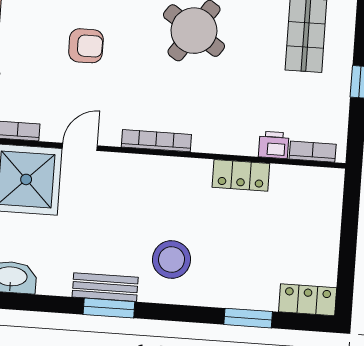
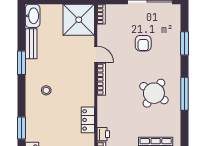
door: (80, 147) -> (96, 54), moved
stool: (172, 259) -> (46, 90), width x0.53, depth x0.53
bench: (105, 287) -> (31, 44), moved

